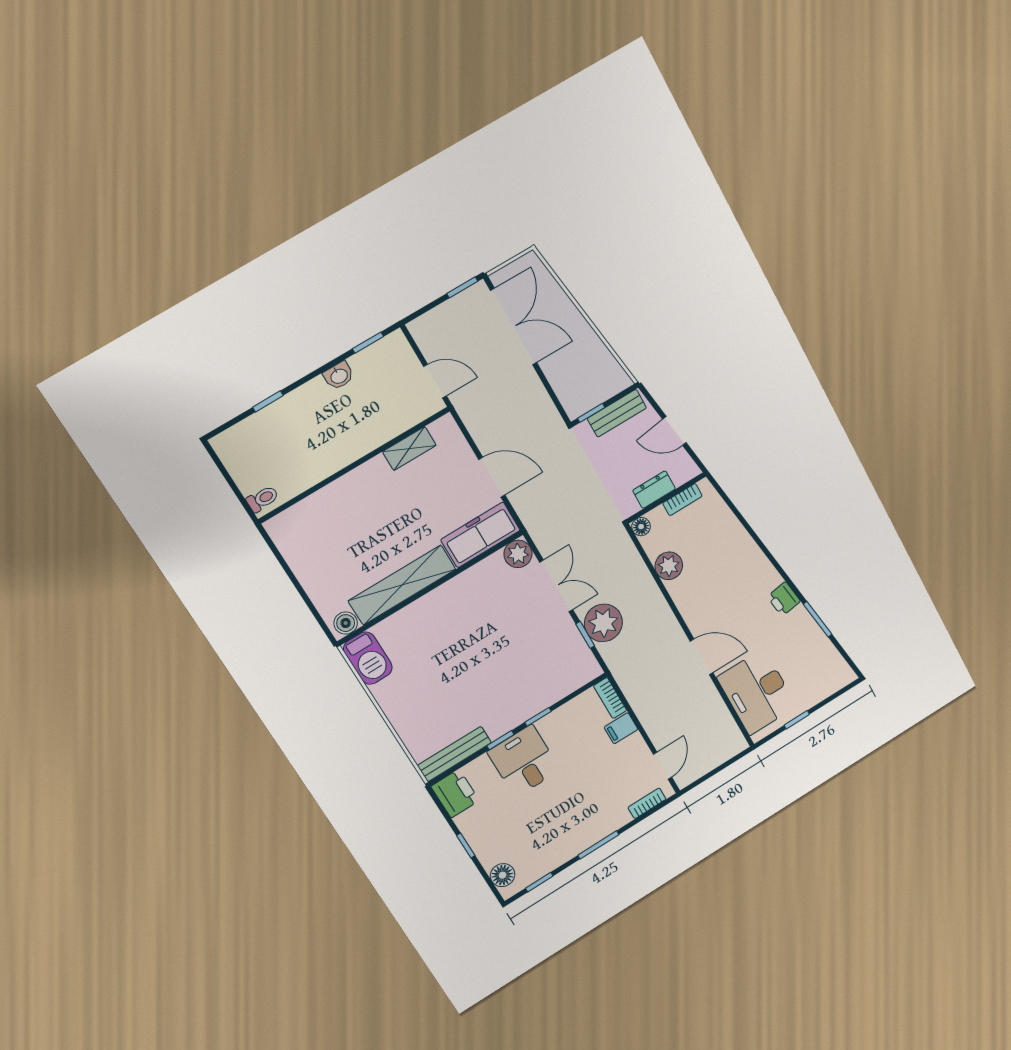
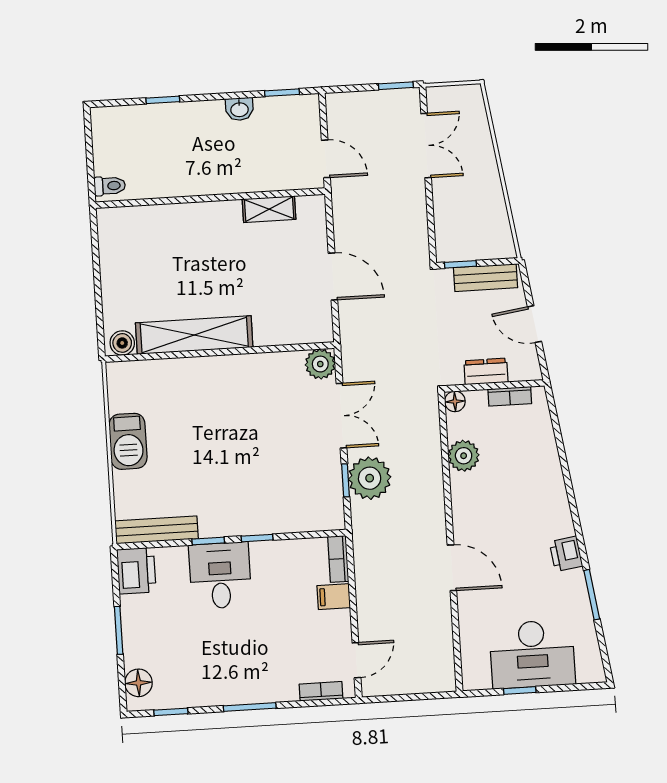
double door: (514, 327) -> (426, 146), width x0.73
freezer: (480, 535) -> (294, 326), removed
barbecue: (368, 658) -> (128, 441), moved
desk: (757, 692) -> (532, 654), moved, turned -90
window: (466, 846) -> (119, 630), width x1.50

